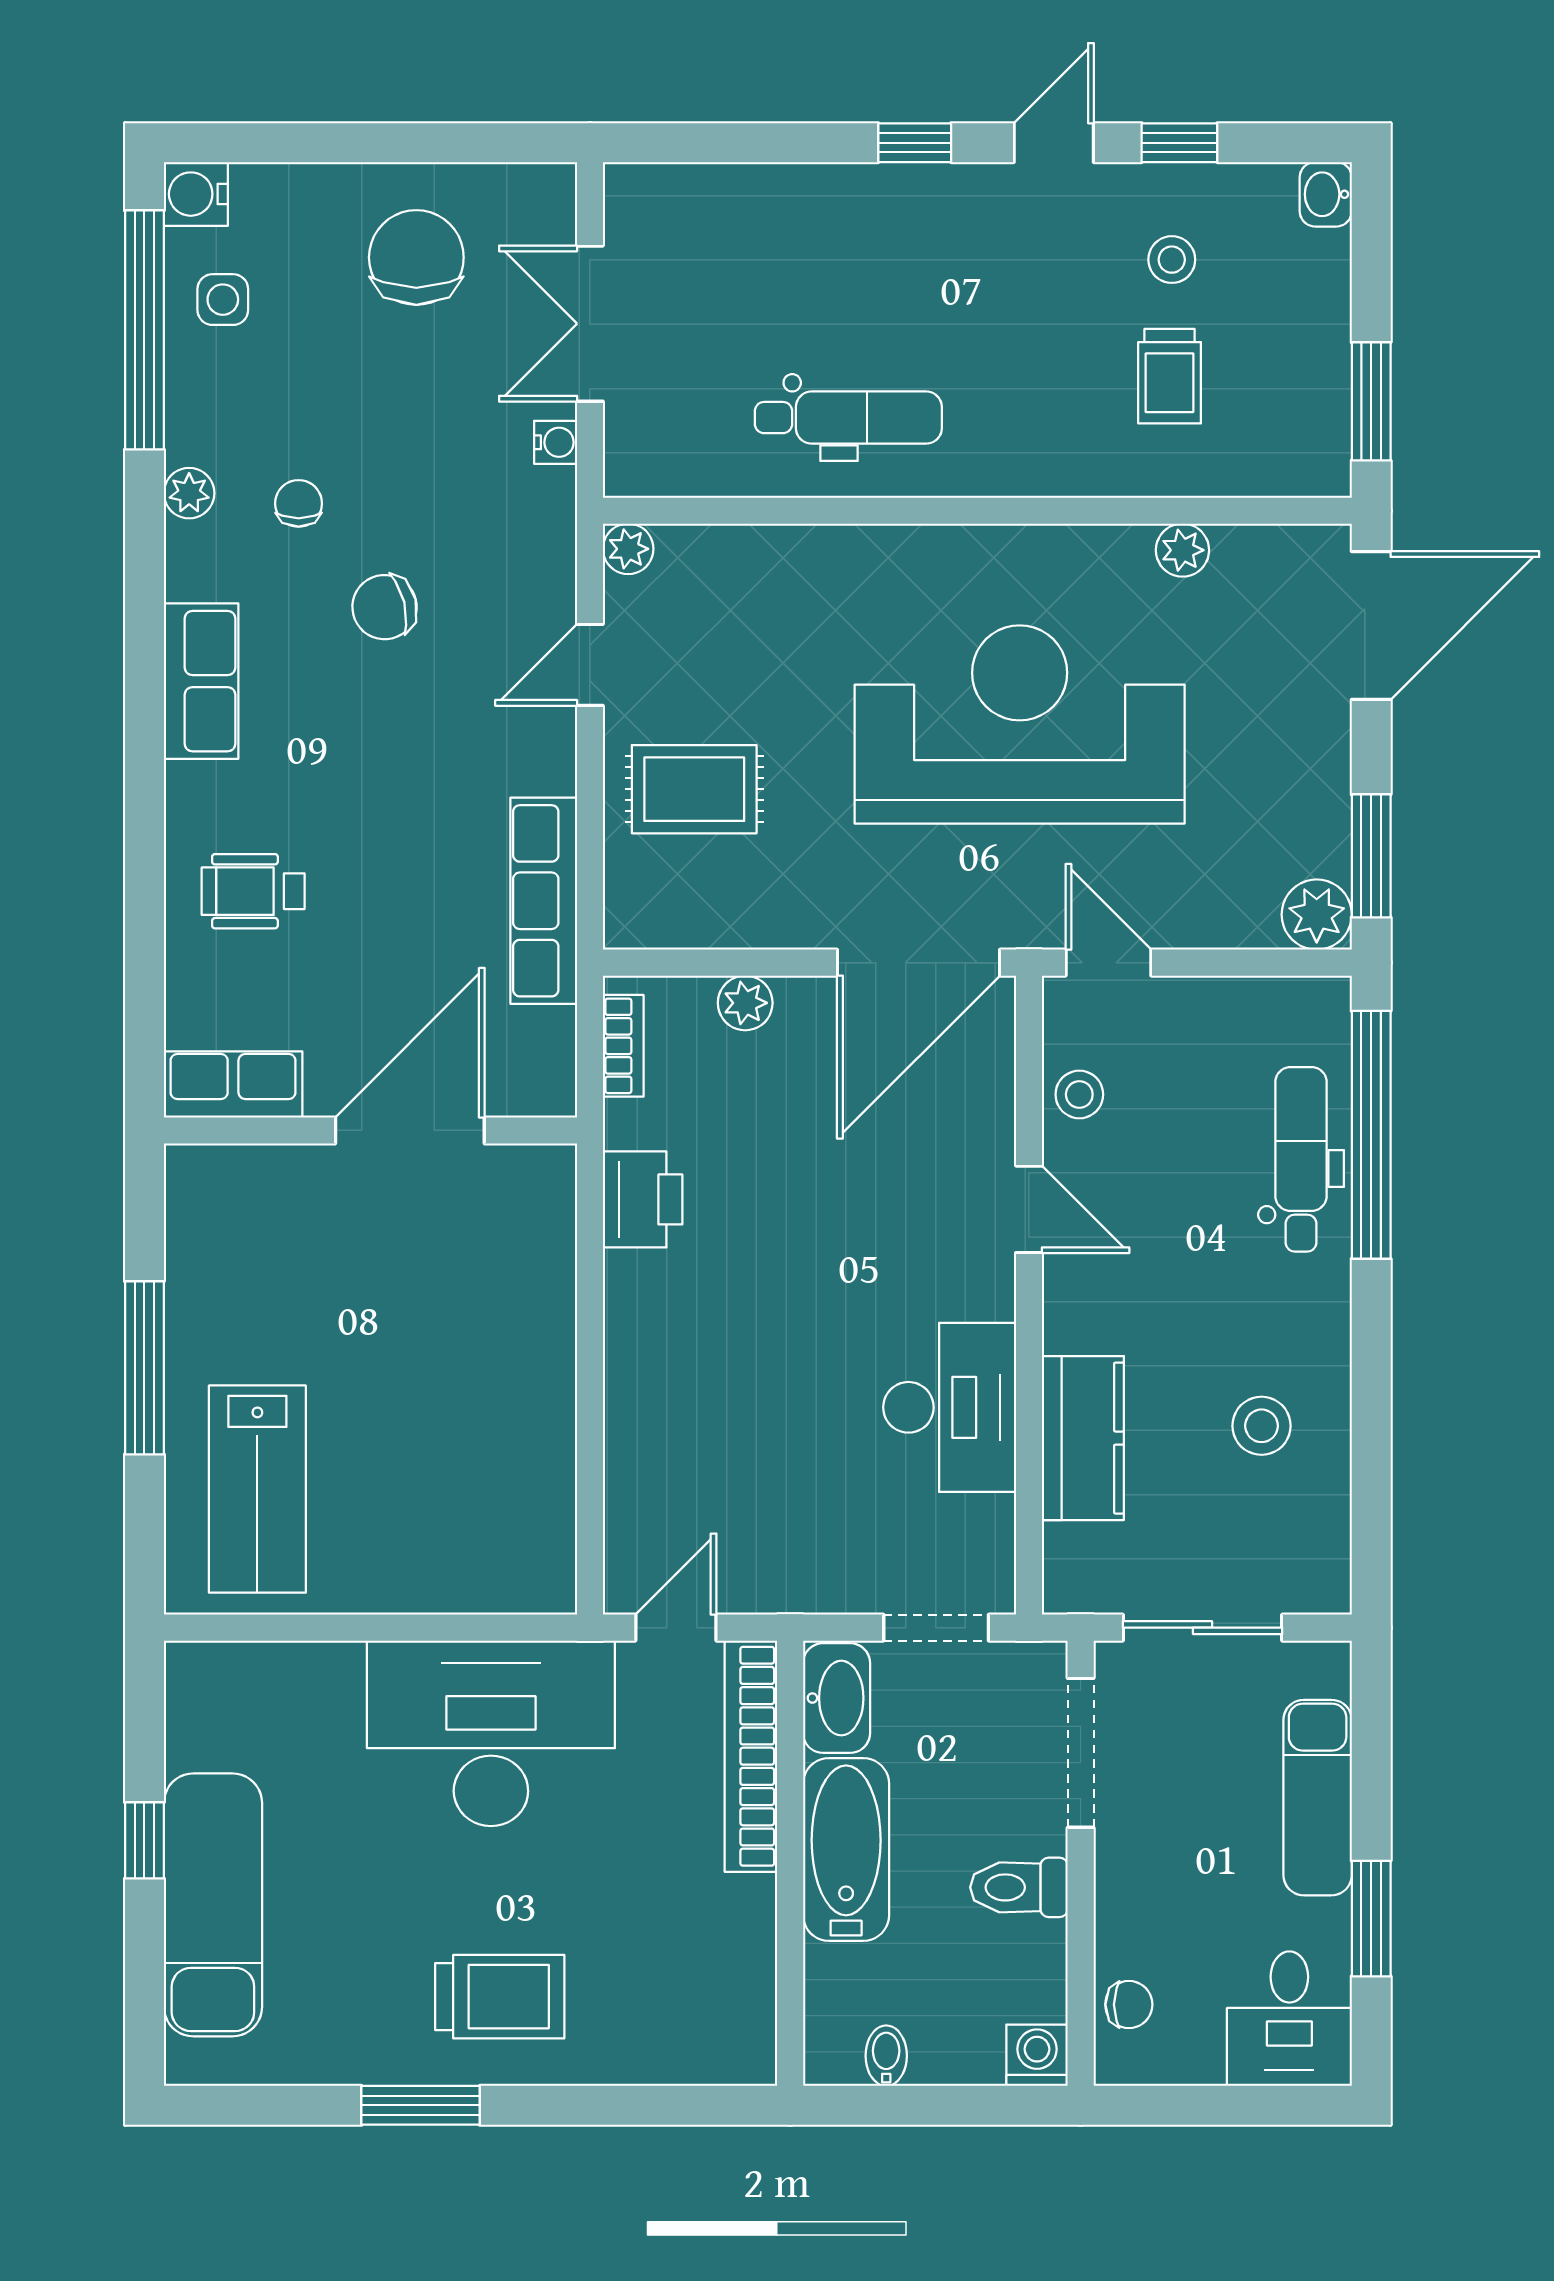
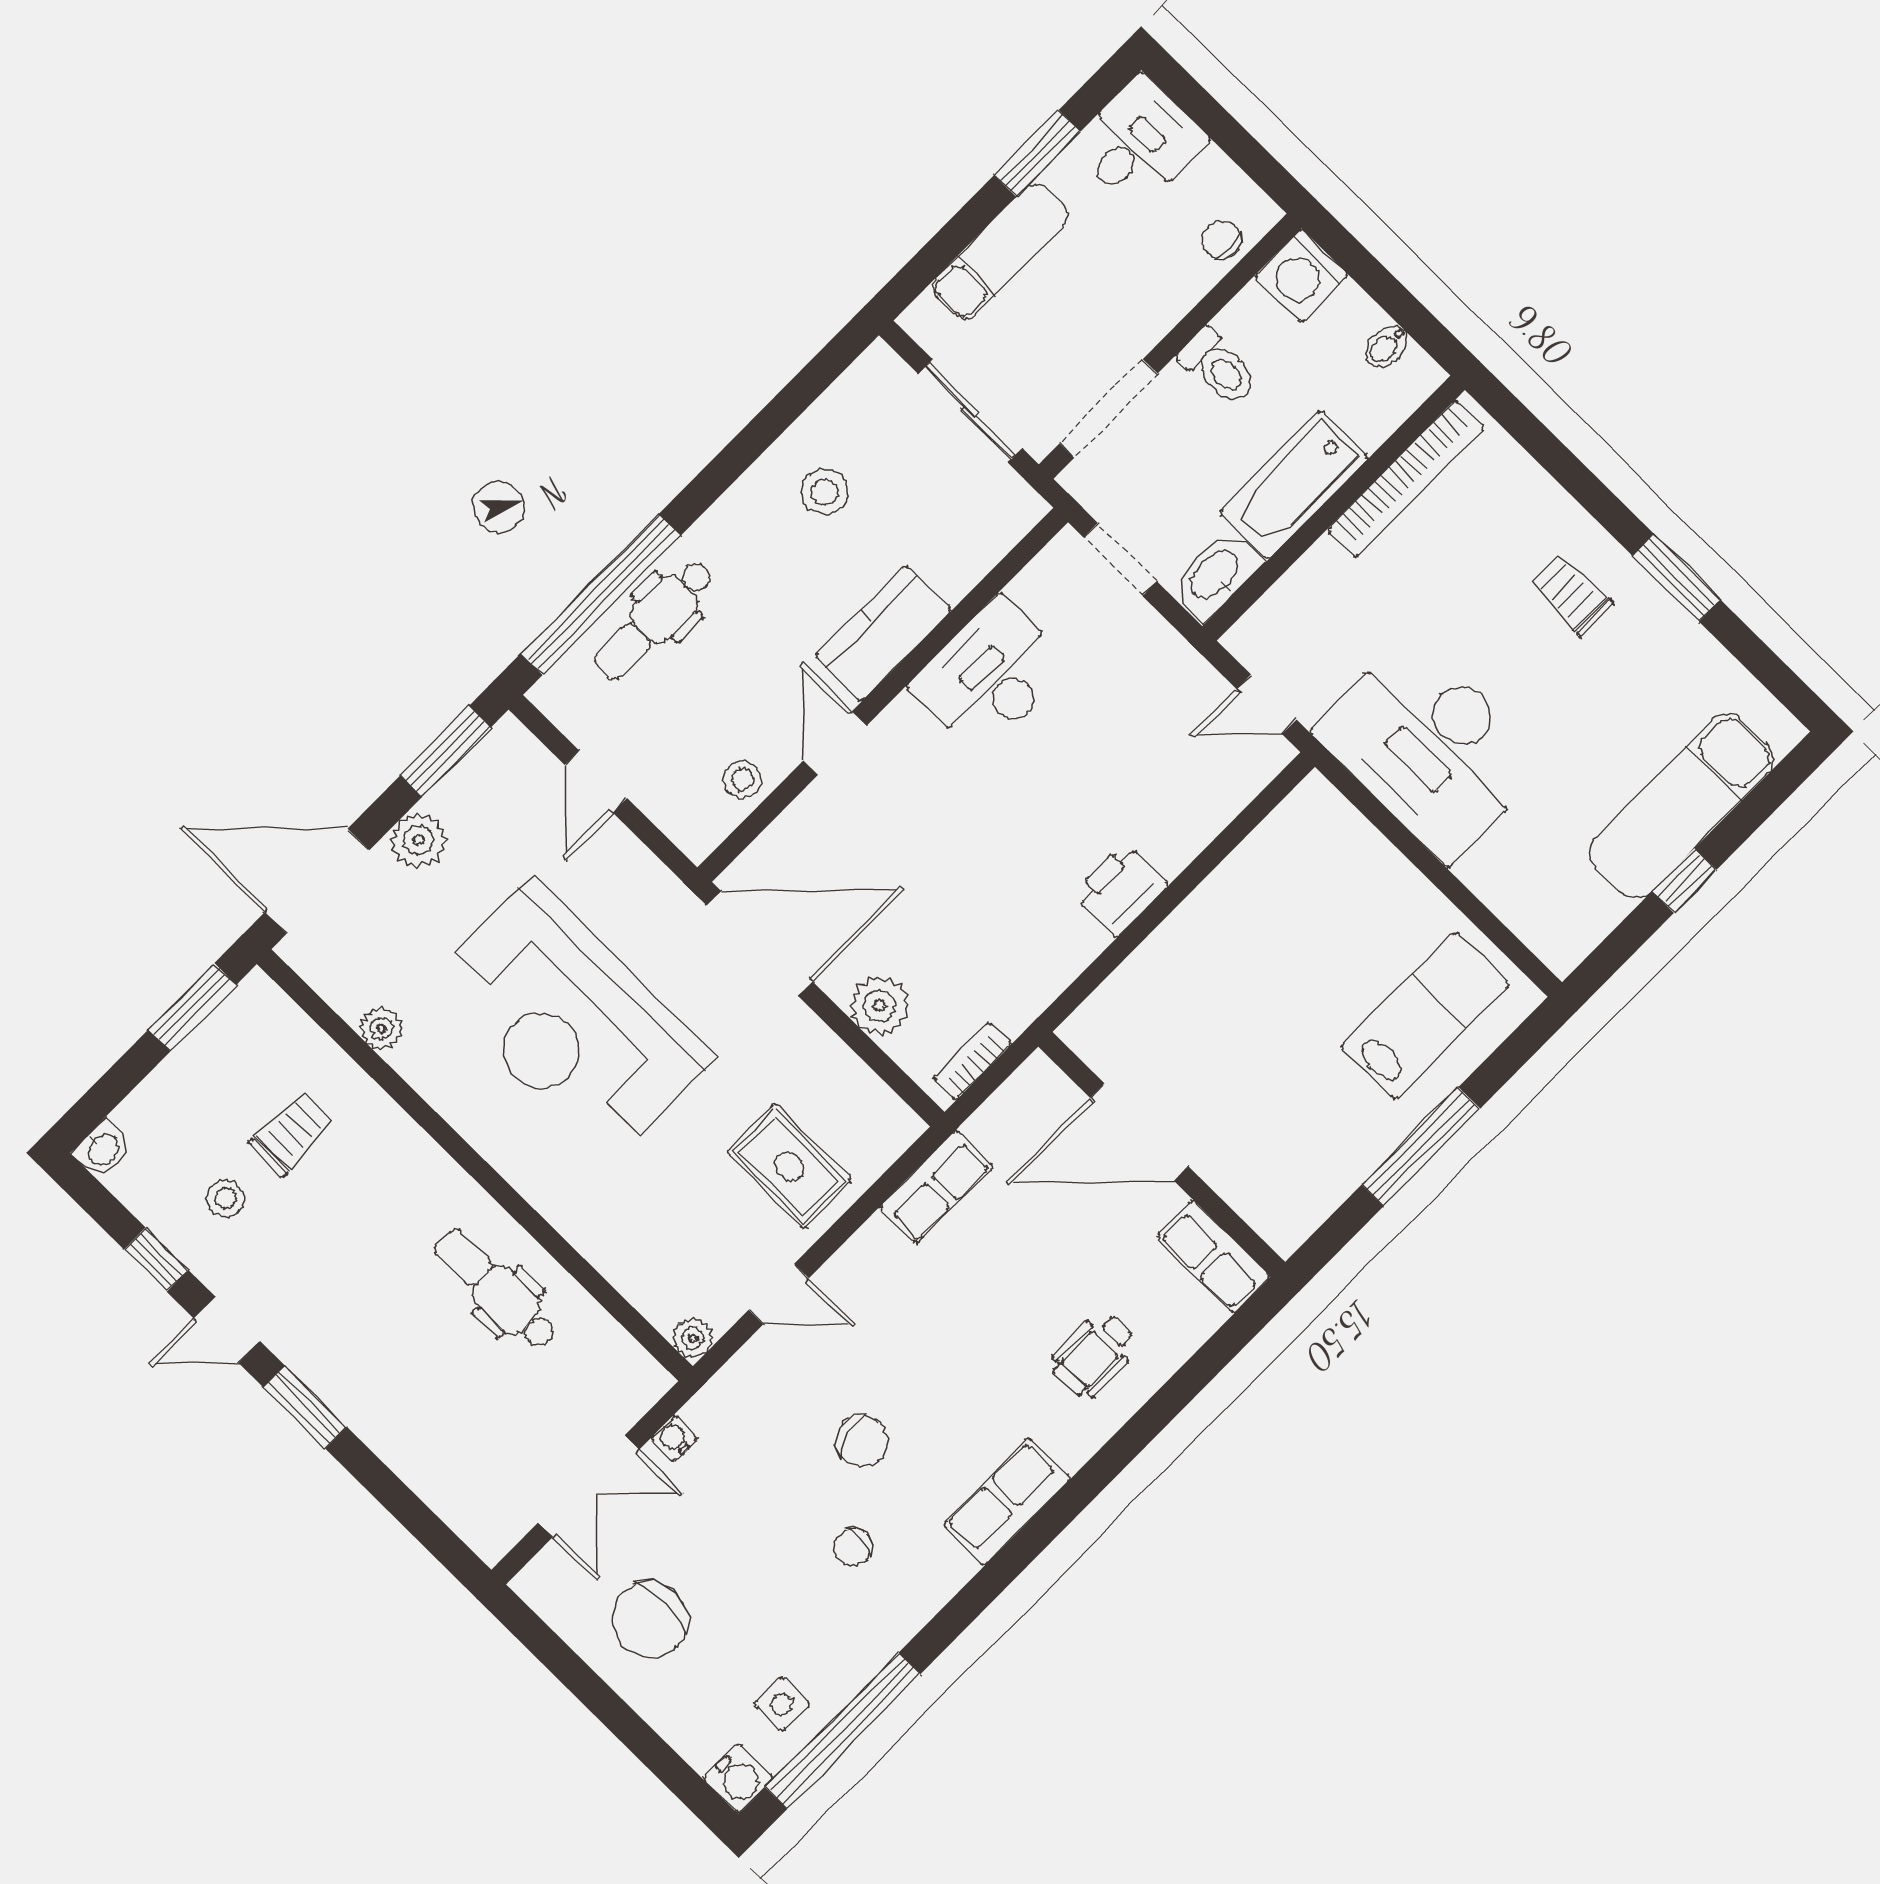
window: (915, 143) -> (305, 1407), width x1.50
plant: (189, 493) -> (909, 1614), removed
wheelchair: (253, 891) -> (1094, 1354), turned 90
row of seats: (544, 901) -> (936, 1187), width x0.68
plant: (1317, 915) -> (418, 840), moved
door: (1108, 963) -> (596, 781), moved
plant: (745, 1003) -> (880, 1006), width x1.38, depth x1.38
printer: (643, 1199) -> (1120, 890), moved
kitchen counter: (1083, 1438) -> (884, 633), moved
bookcase: (751, 1756) -> (1406, 479), moved
trolley: (500, 1997) -> (1571, 595), width x0.73, depth x0.72
washing machine: (1037, 2055) -> (1302, 275), width x1.38, depth x1.38

